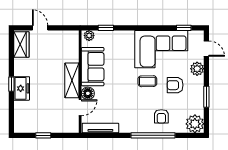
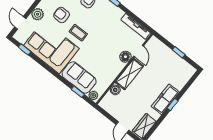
boiler: (73, 56) -> (115, 90), added
sofa: (93, 67) -> (79, 78), moved, turned 90
armchair: (175, 85) -> (62, 15), turned 180
freezer: (22, 88) -> (165, 99), width x1.40
door: (80, 108) -> (138, 51), swing flipped

